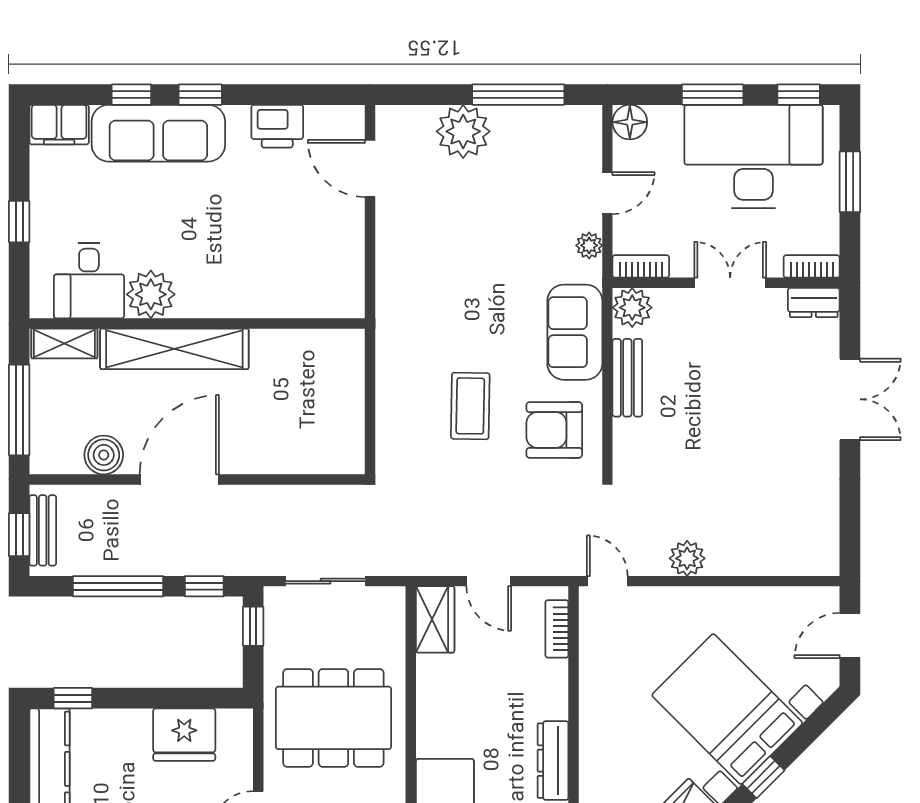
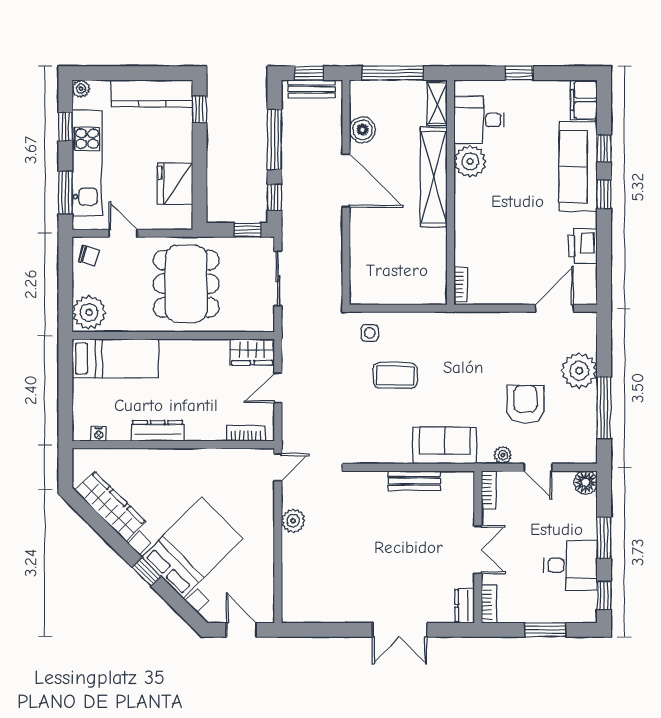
desk: (753, 156) -> (570, 565), width x0.53, depth x0.77
bookcase: (334, 308) -> (461, 284), added
plant: (632, 308) -> (461, 484), removed
armchair: (554, 430) -> (525, 404), moved
side table: (407, 444) -> (370, 333), added

